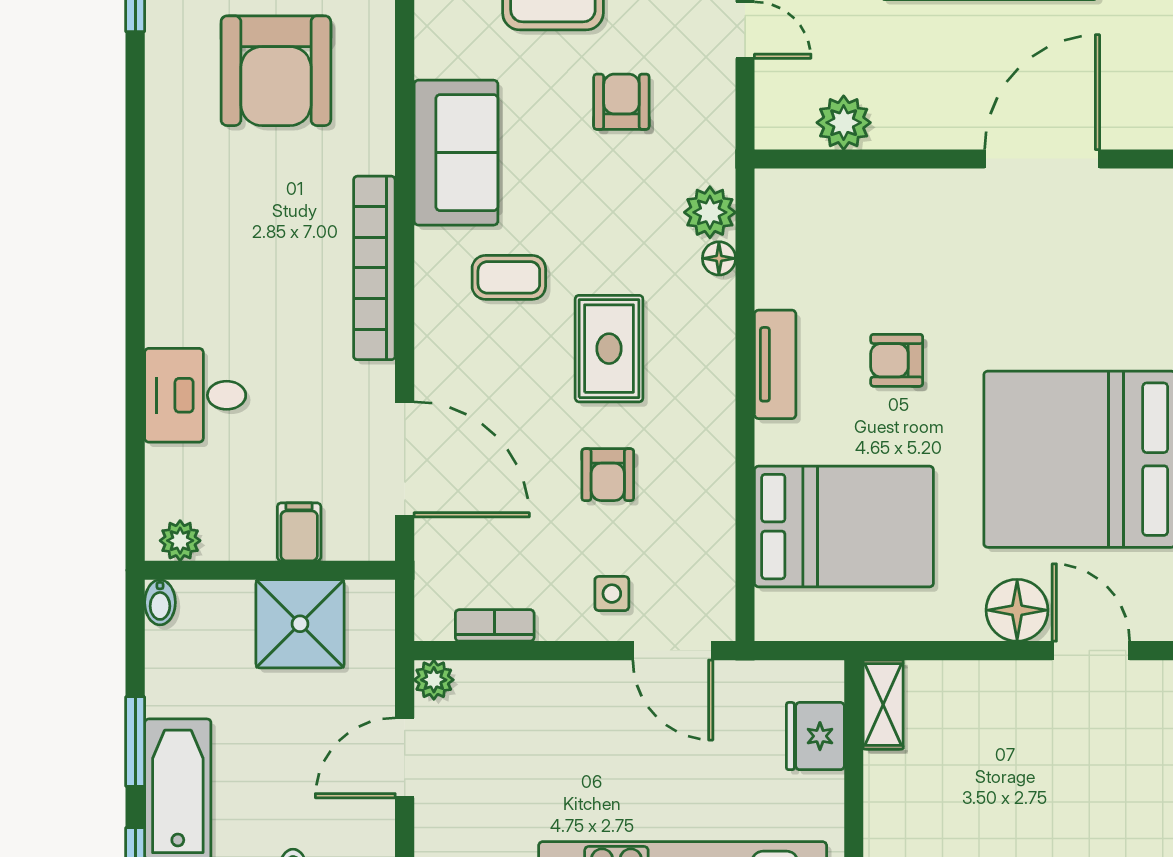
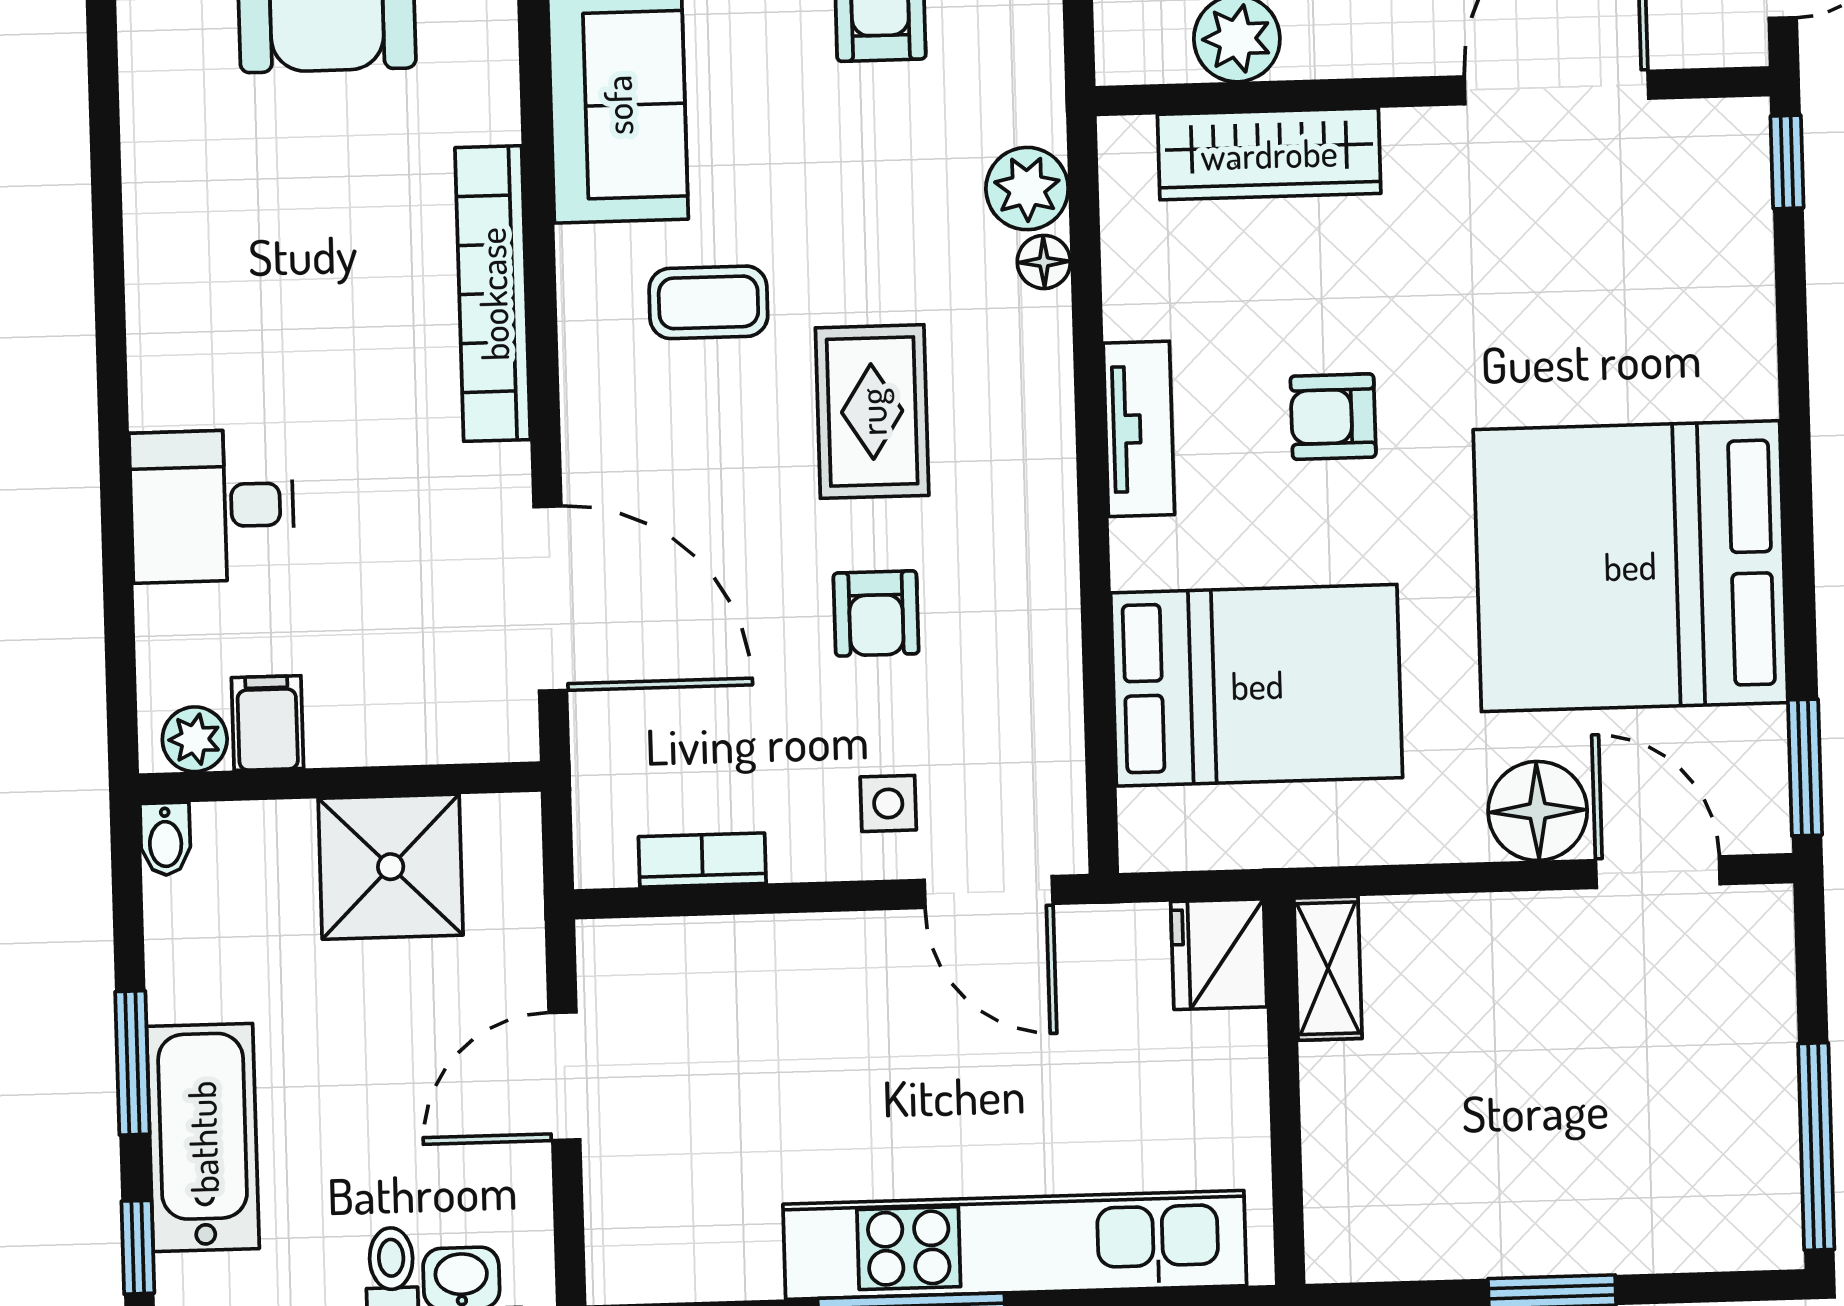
wardrobe: (862, 195) -> (1269, 154), added
filing cabinet: (299, 532) -> (267, 723), moved
plant: (434, 680) -> (607, 950), removed
fridge: (815, 736) -> (1219, 954), moved

